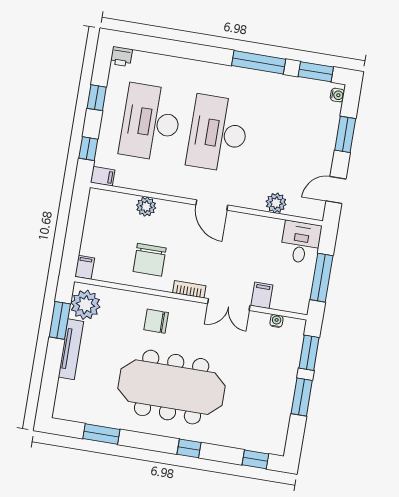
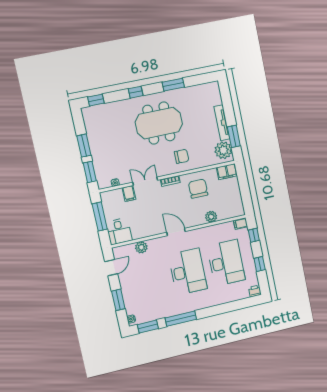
filing cabinet: (85, 267) -> (227, 172), width x2.00
meeting table: (172, 387) -> (159, 123), width x0.73
window: (101, 434) -> (173, 85), moved

